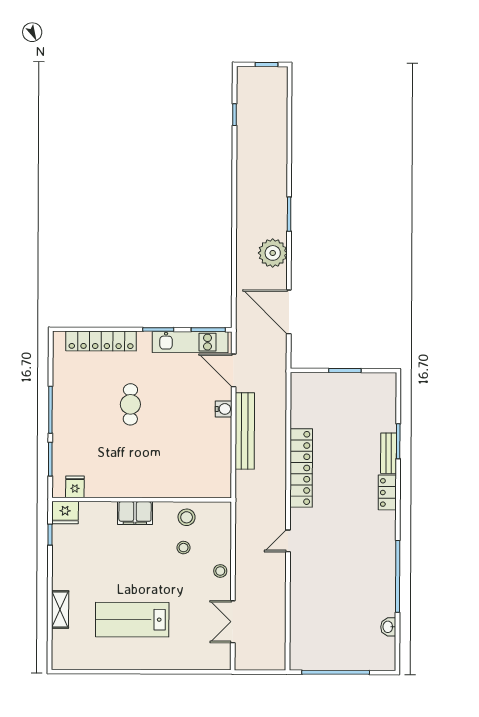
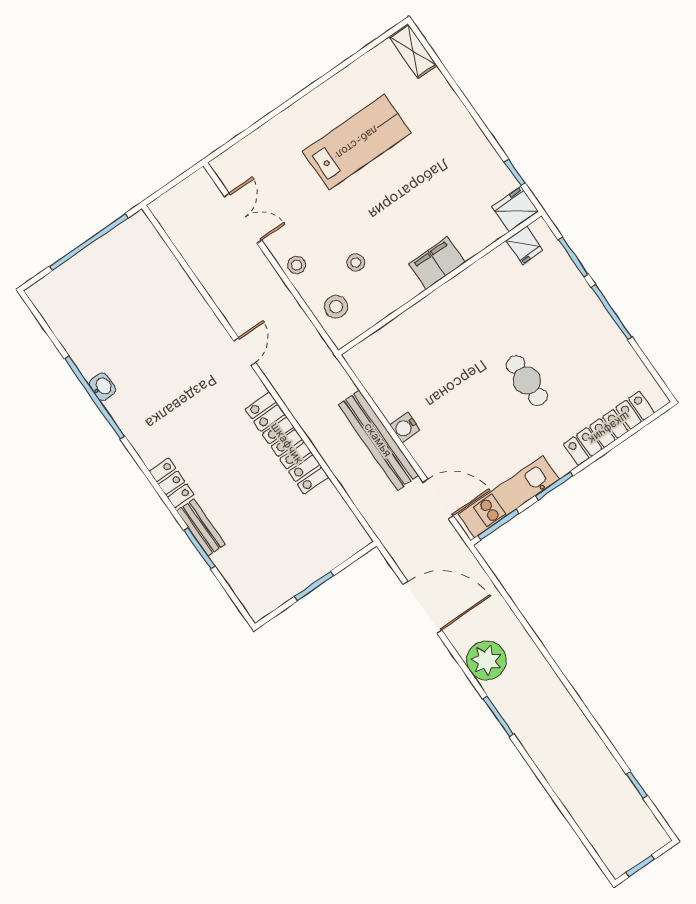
water cooler: (224, 409) -> (405, 427), moved
stool: (187, 517) -> (336, 307), moved
shelving: (60, 609) -> (413, 51), moved
washbasin: (388, 627) -> (102, 387), moved

